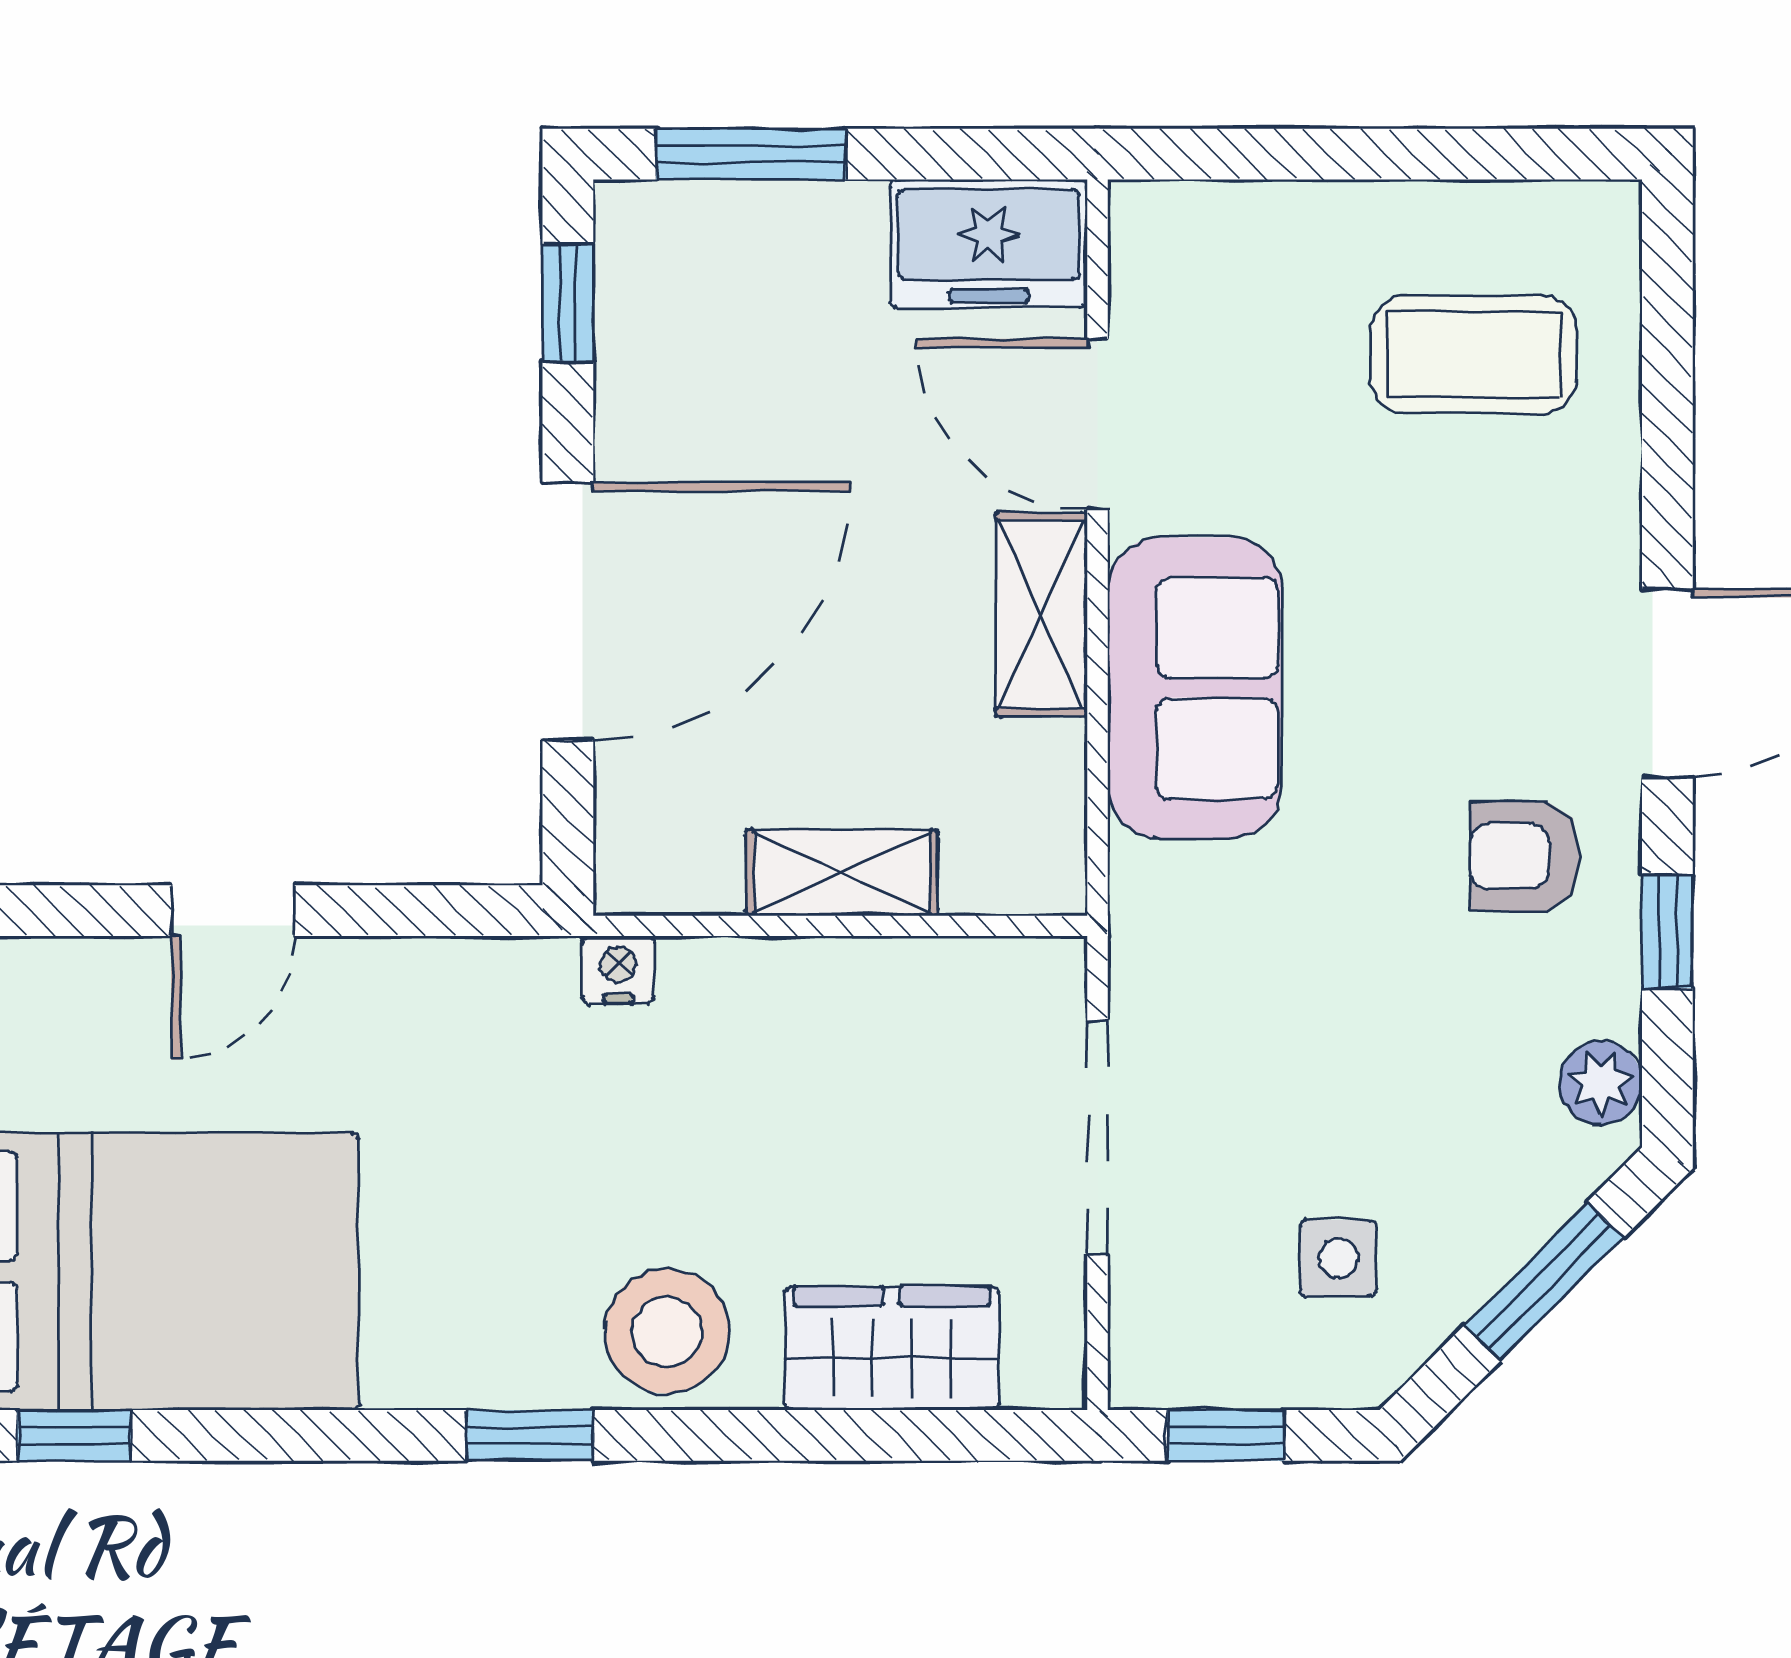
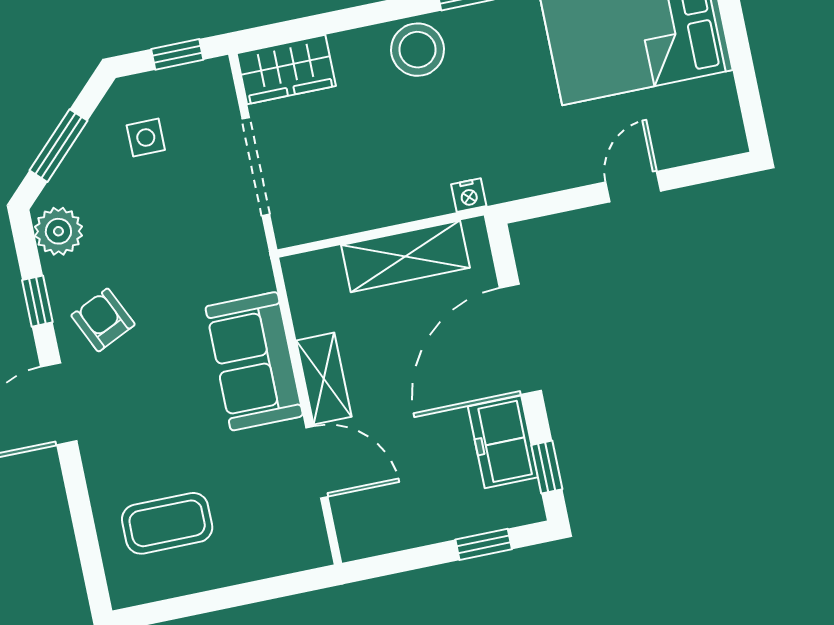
window: (751, 154) -> (484, 544), width x0.67
freezer: (989, 243) -> (503, 442), moved, turned -90
armchair: (1525, 856) -> (103, 320), turned -115
shelving: (842, 873) -> (405, 256), width x1.50, depth x1.33
plant: (1601, 1083) -> (58, 231), width x1.38, depth x1.38
wardrobe: (892, 1348) -> (286, 70), moved

